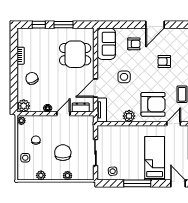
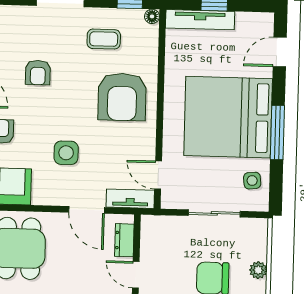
armchair: (153, 104) -> (122, 97), turned 180
plant: (129, 116) -> (144, 145), removed
door: (174, 124) -> (158, 175), moved
bed: (155, 158) -> (228, 117), width x2.04

